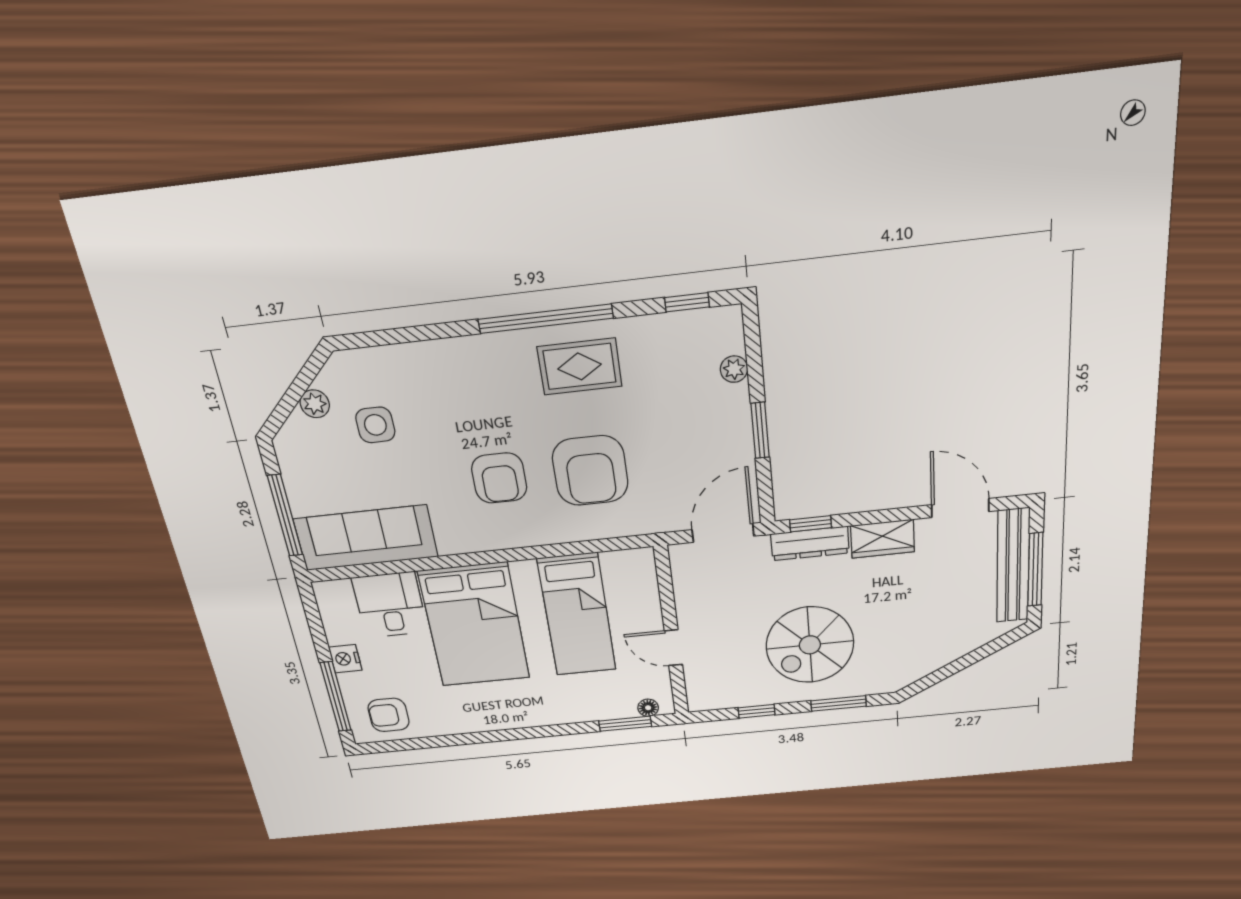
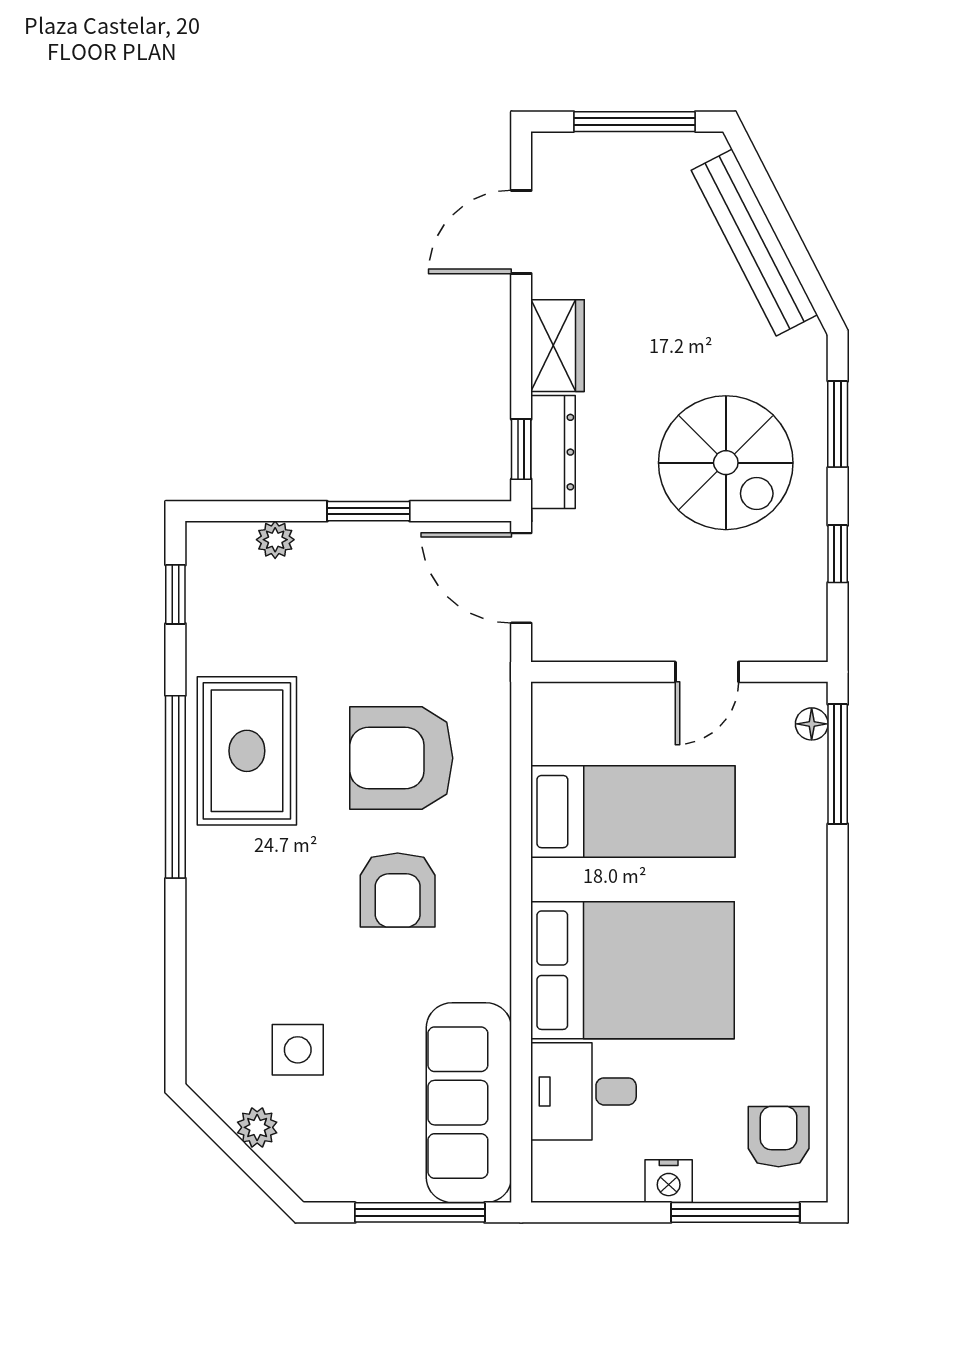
rug: (580, 367) -> (247, 751), width x1.36, depth x1.43
armchair: (590, 471) -> (401, 758), turned 180
armchair: (499, 478) -> (398, 890), turned 90
bench: (1013, 566) -> (754, 243), moved, turned 63
armchair: (389, 715) -> (779, 1137), turned 180
window: (625, 724) -> (838, 764), width x1.44

